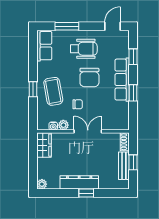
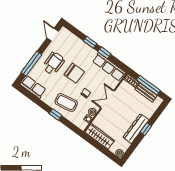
window: (67, 26) -> (31, 64), width x1.44
window: (133, 57) -> (90, 42), moved
row of seats: (122, 80) -> (109, 67), moved
wardrobe: (44, 145) -> (100, 136), width x1.50
window: (133, 162) -> (148, 85), width x2.17

